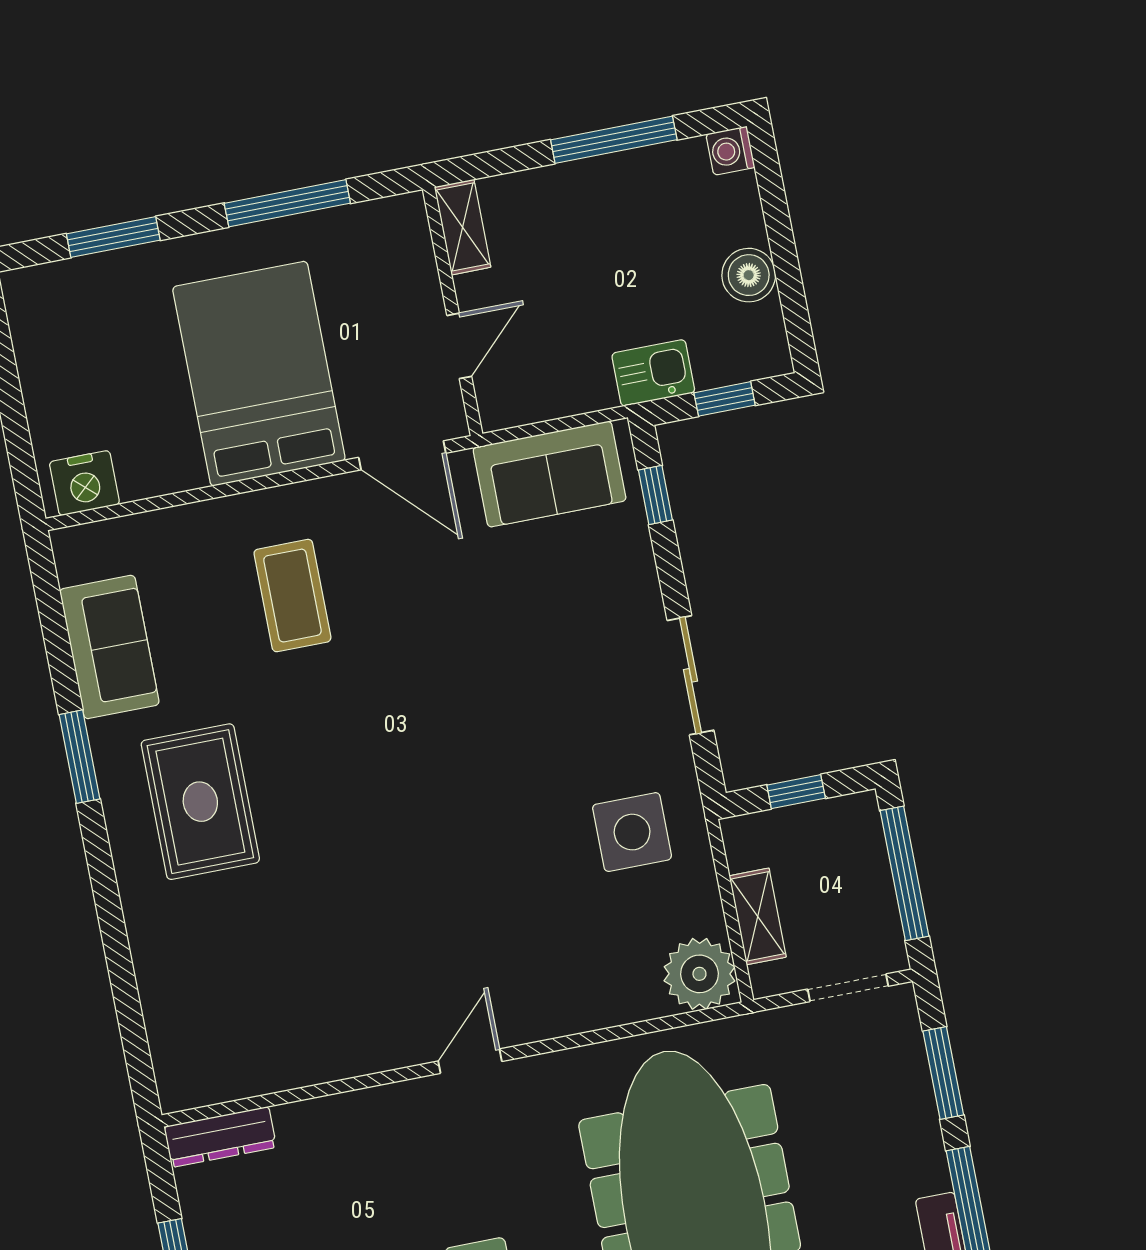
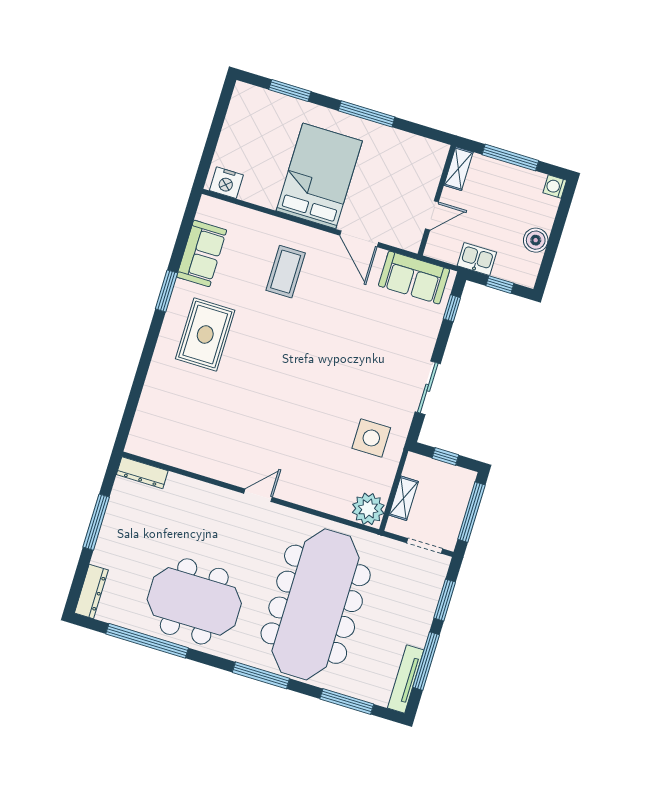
shelving: (463, 227) -> (458, 169), moved
wall: (453, 311) -> (437, 200), moved
door: (459, 346) -> (432, 215), moved

